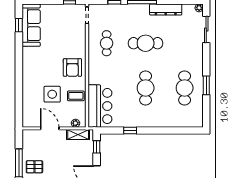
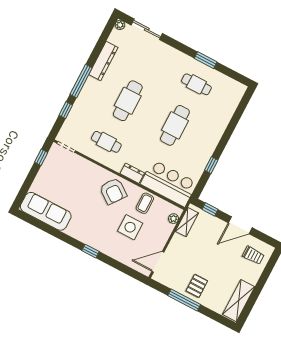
window: (19, 25) -> (90, 251), moved
armchair: (72, 67) -> (113, 191), turned 37
dresser: (93, 75) -> (132, 173), added
cafe table: (146, 88) -> (175, 125), turned 90
cafe table: (185, 88) -> (196, 84), width x0.73, depth x0.74
door: (50, 128) -> (158, 262), moved

